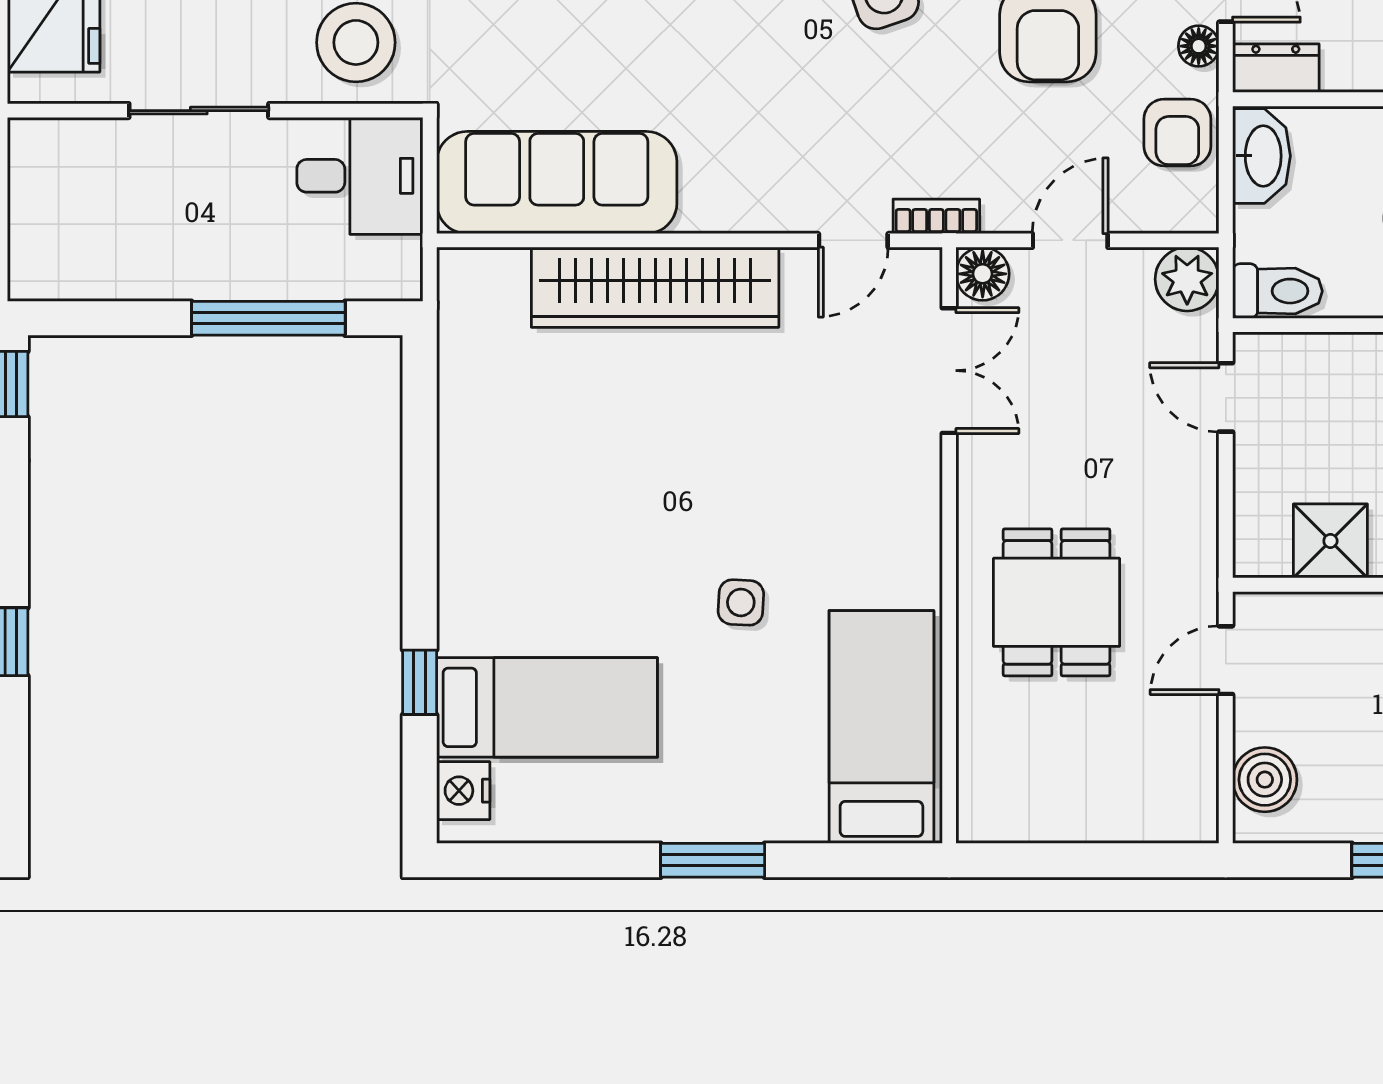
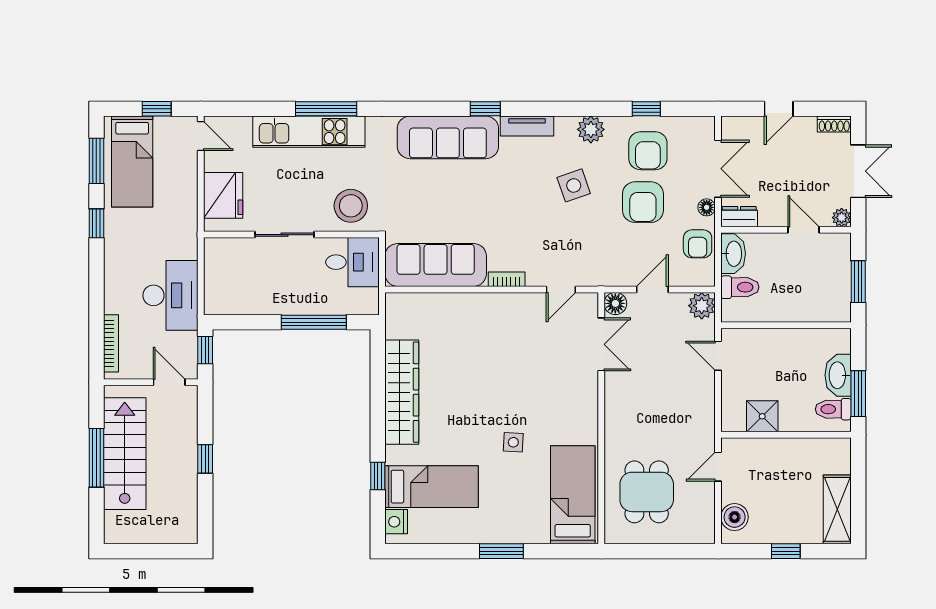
bookcase: (936, 216) -> (507, 279), moved
wardrobe: (655, 287) -> (402, 392), moved, turned -90
toilet: (1277, 291) -> (740, 287), moved
dining table: (1057, 602) -> (647, 492), moved

